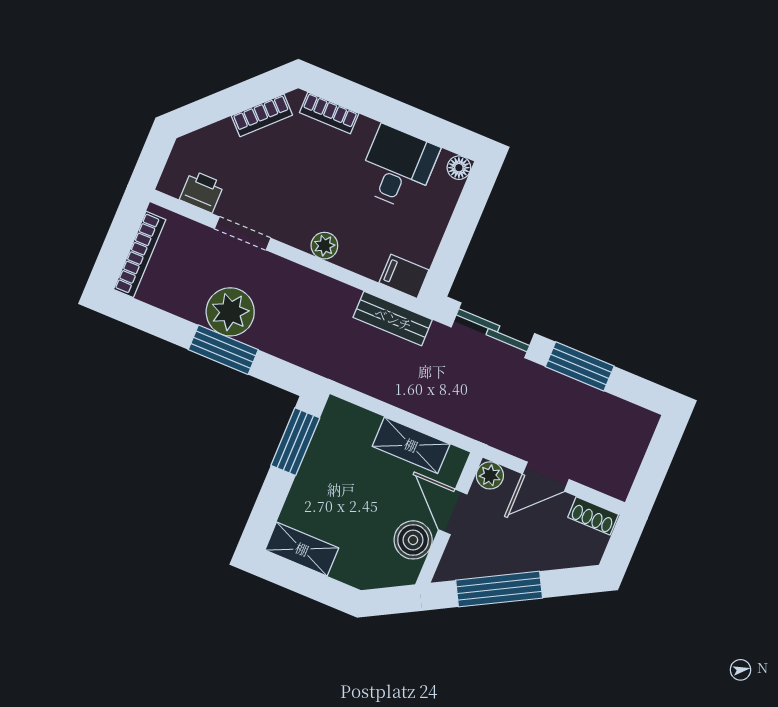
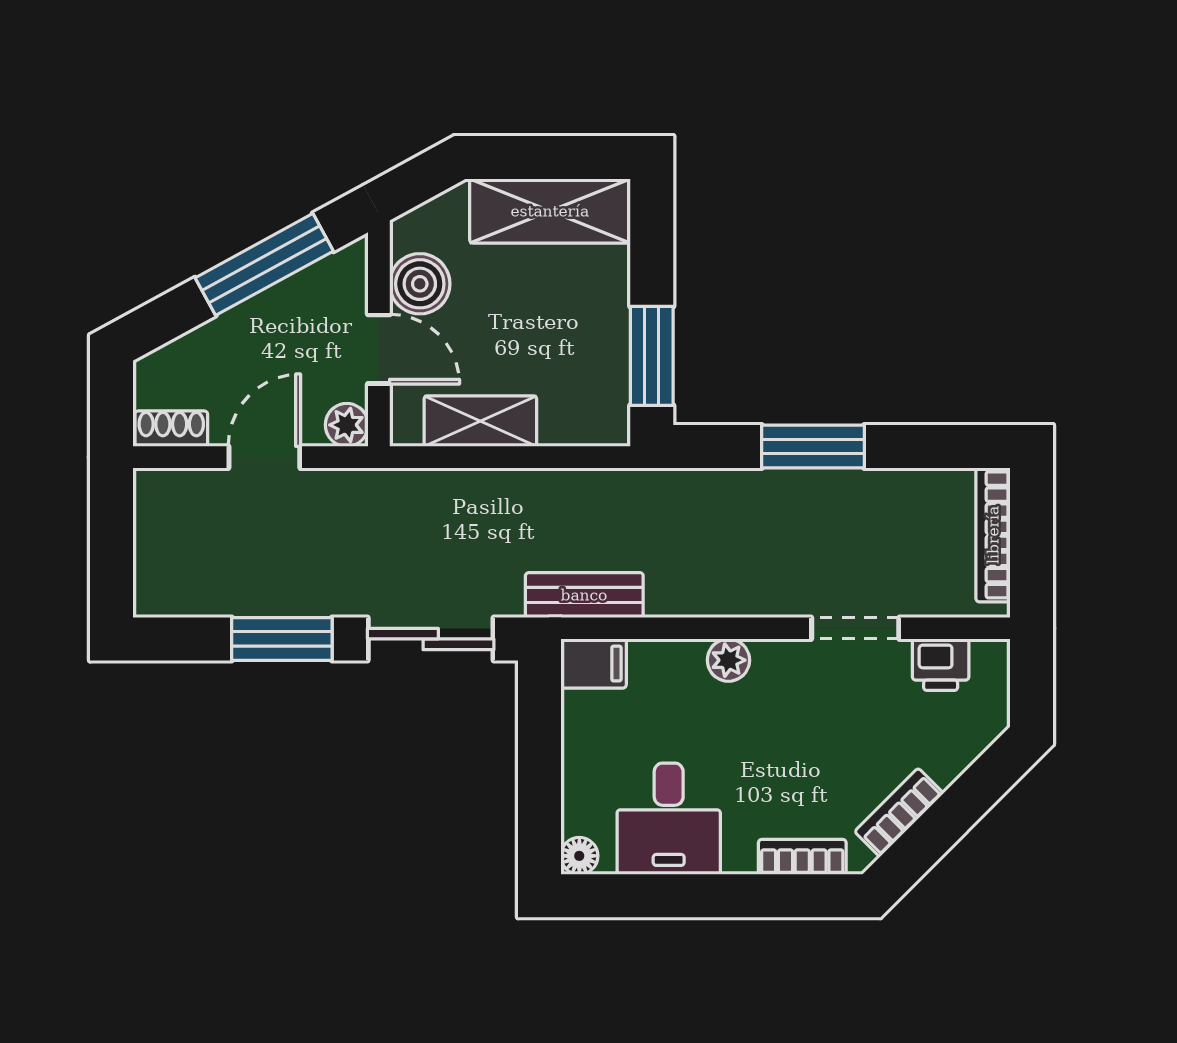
plant: (230, 312) -> (826, 506), removed
shelving: (302, 549) -> (550, 211), width x1.50, depth x1.33

